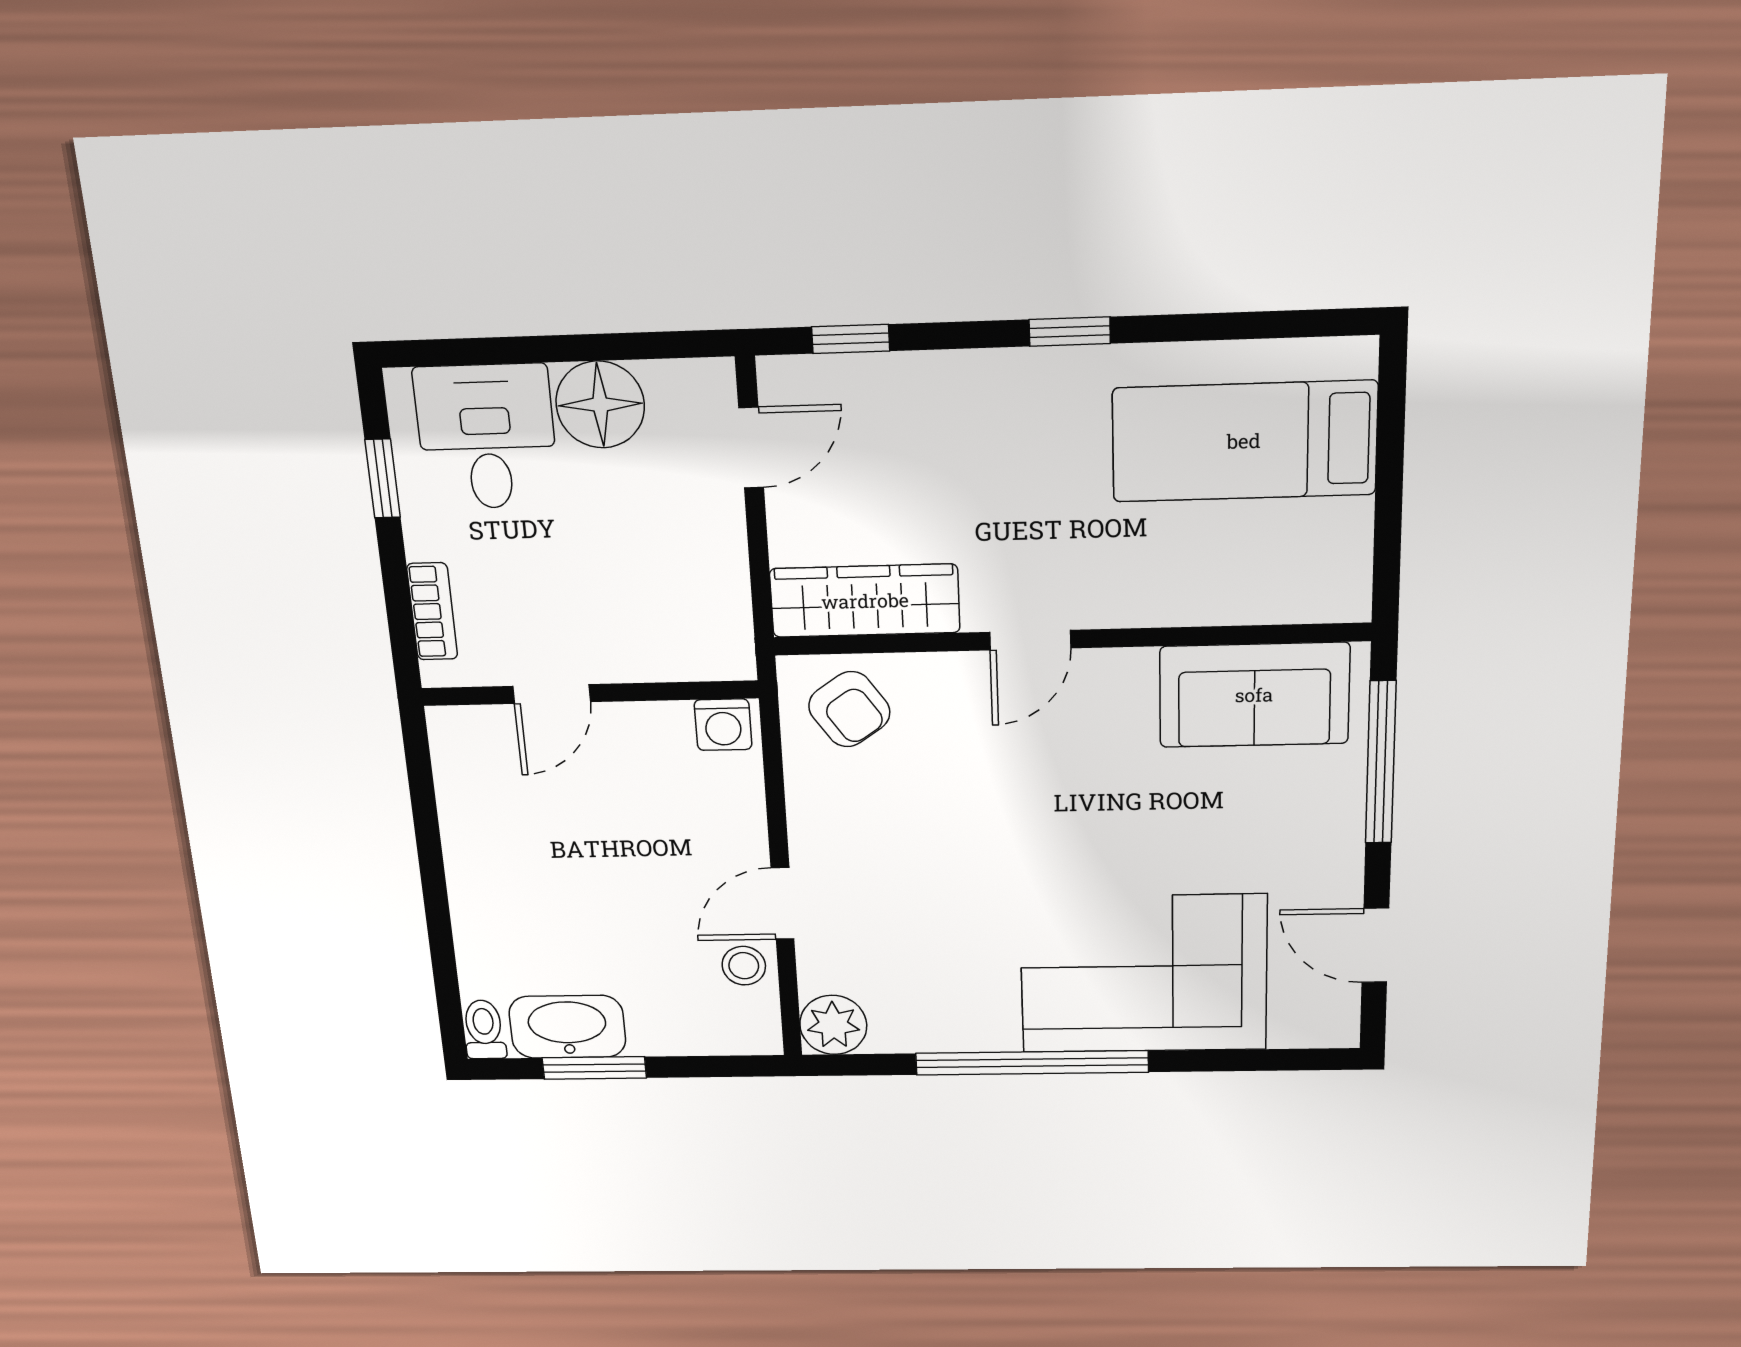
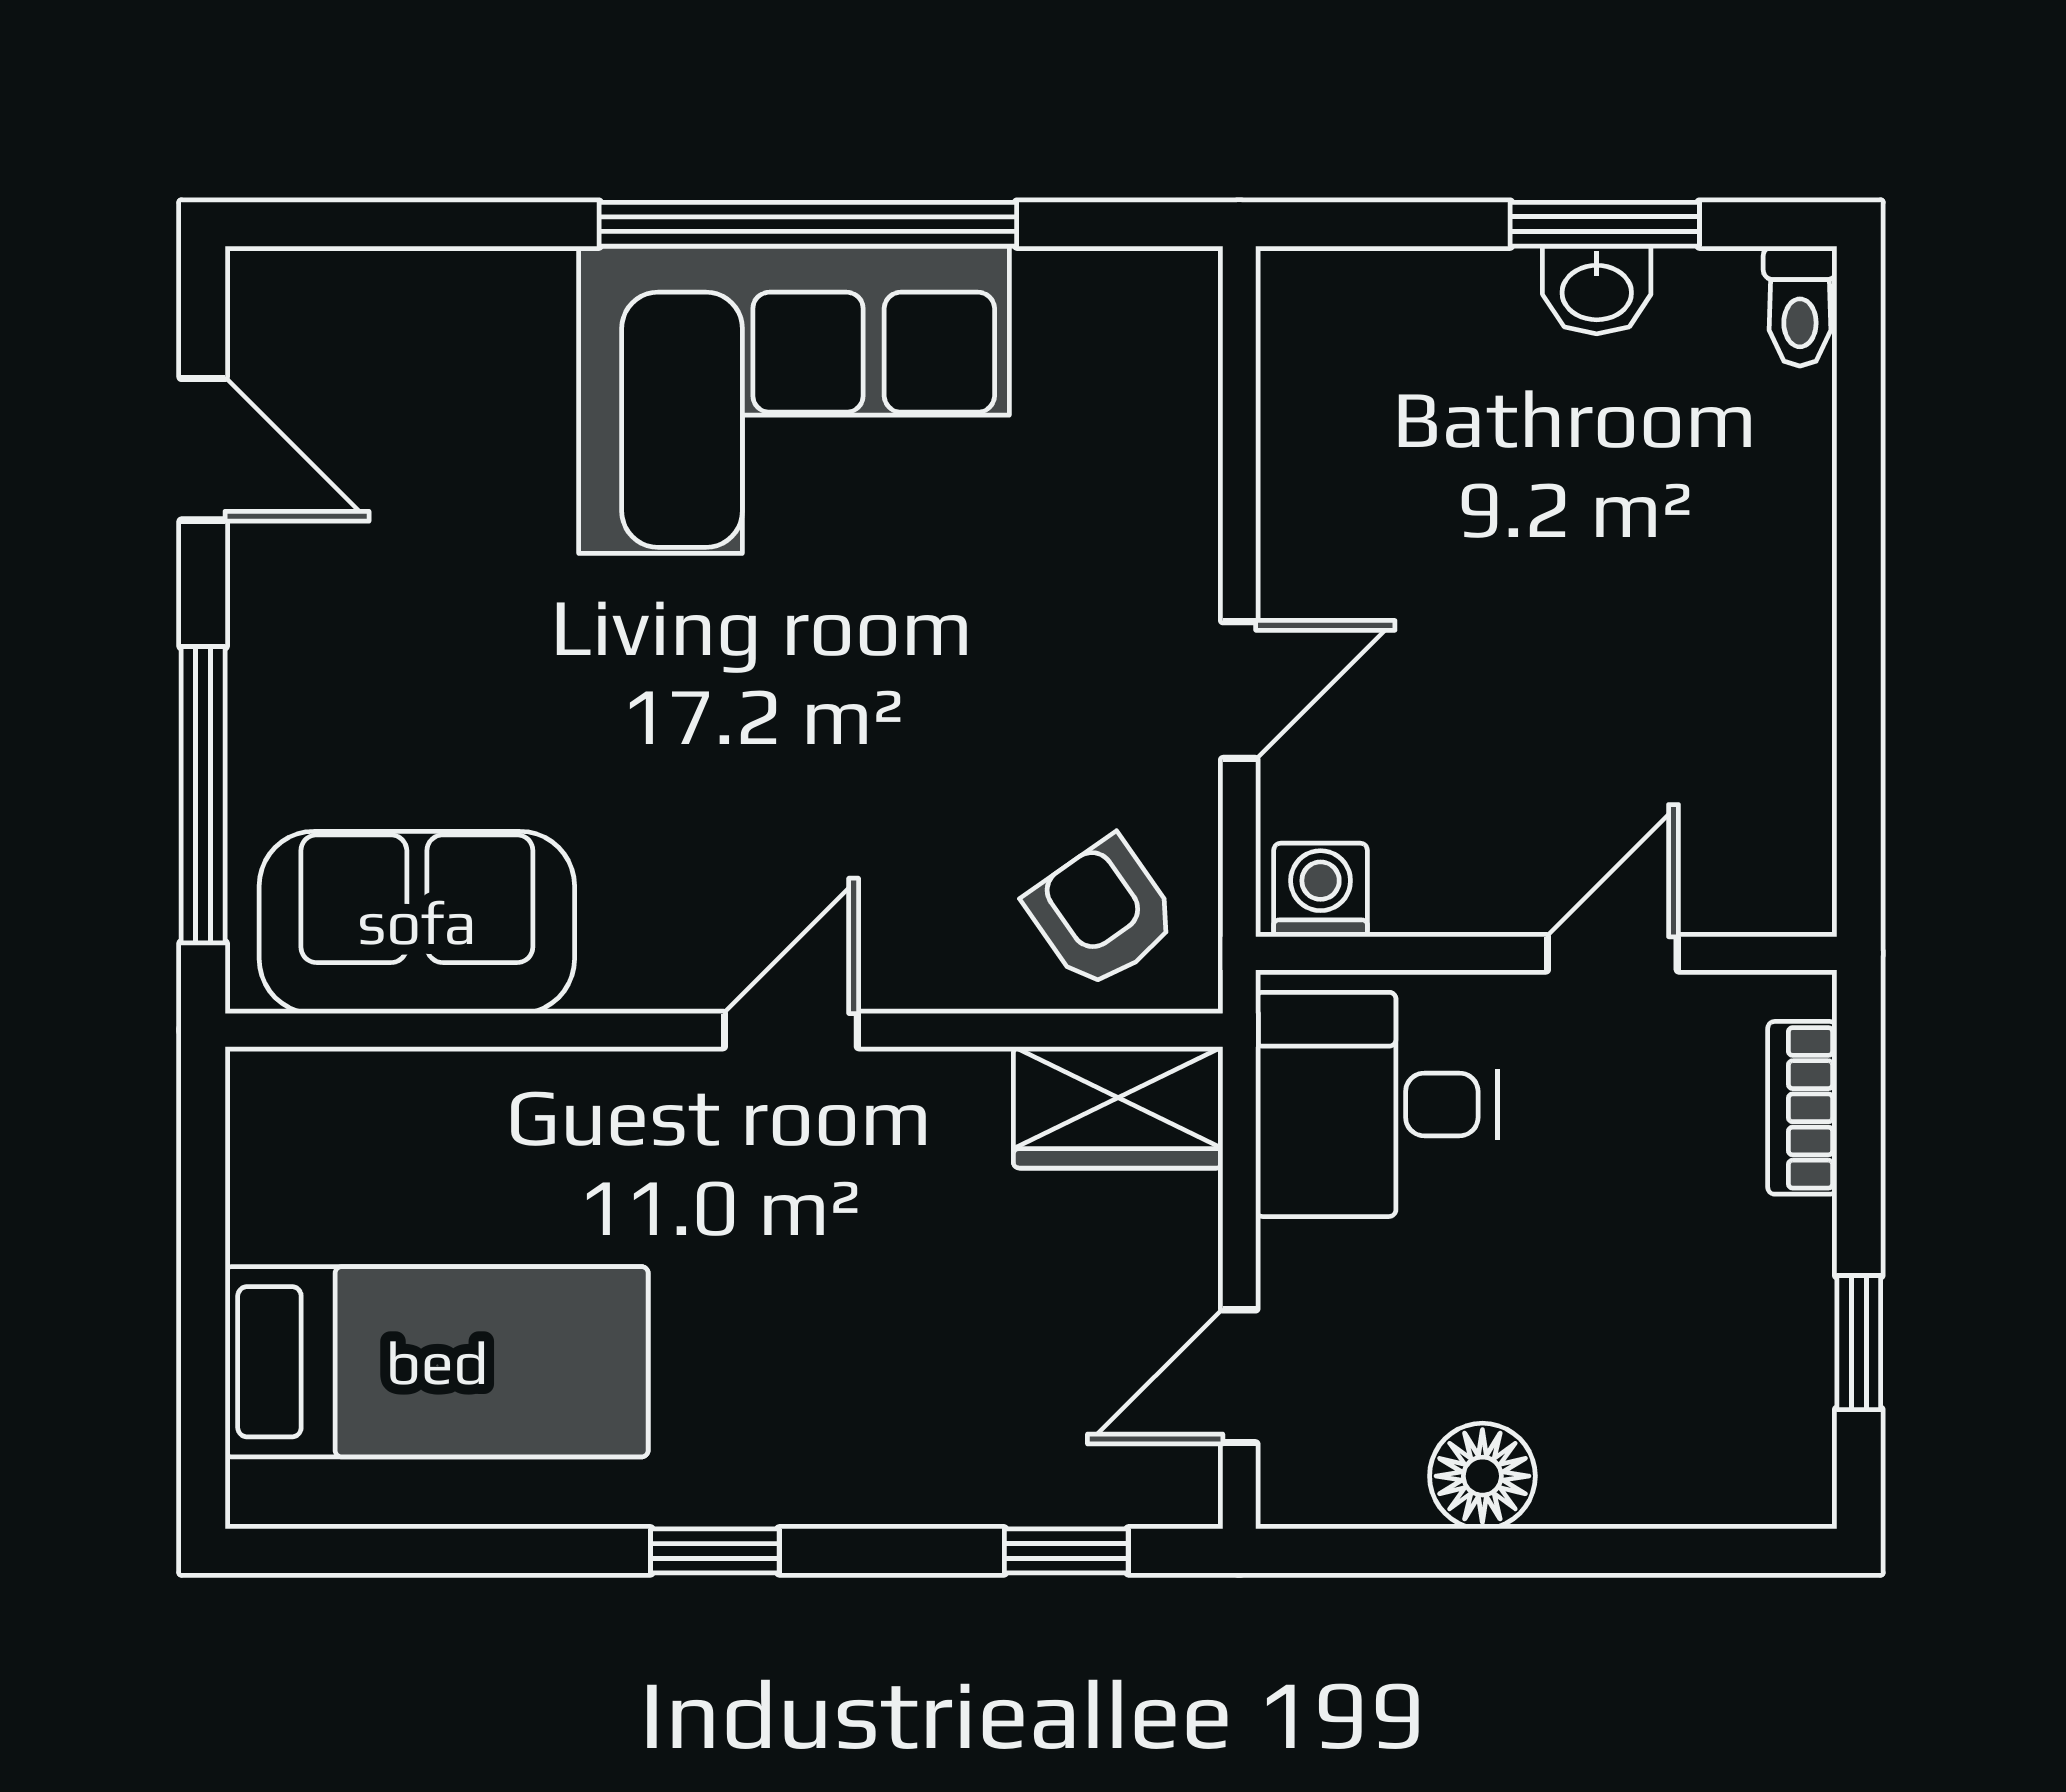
floor lamp: (600, 405) -> (1482, 1476), width x0.73, depth x0.73
desk: (487, 437) -> (1377, 1104), moved, turned 90
wardrobe: (865, 601) -> (1118, 1107), width x0.67
door: (783, 904) -> (1239, 690), moved
stool: (744, 966) -> (1316, 428), removed
corner sofa: (1144, 974) -> (794, 400), moved
plant: (833, 1025) -> (1163, 306), removed
washbasin: (567, 1027) -> (1597, 290), width x0.52, depth x0.69

